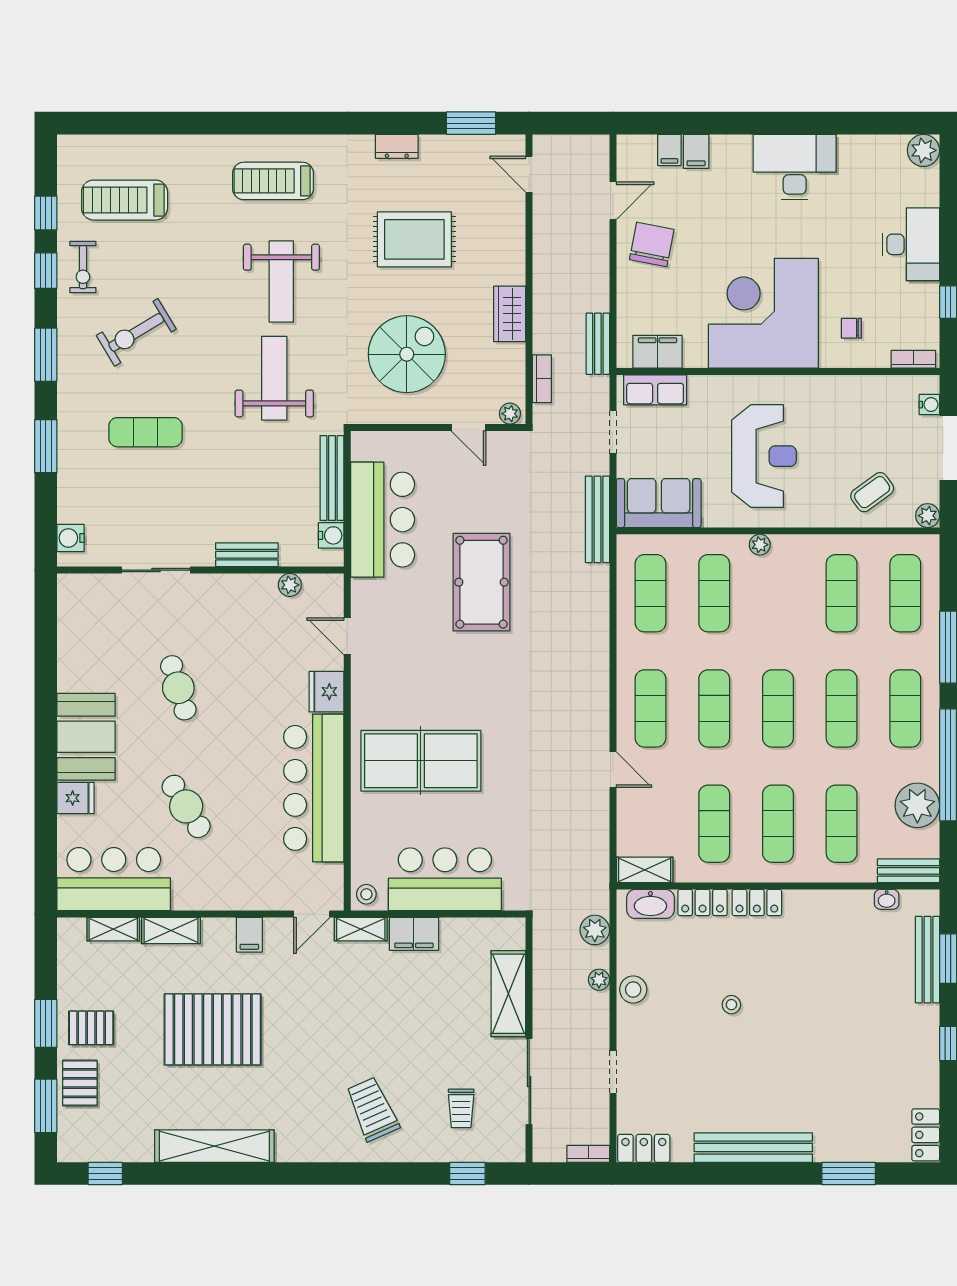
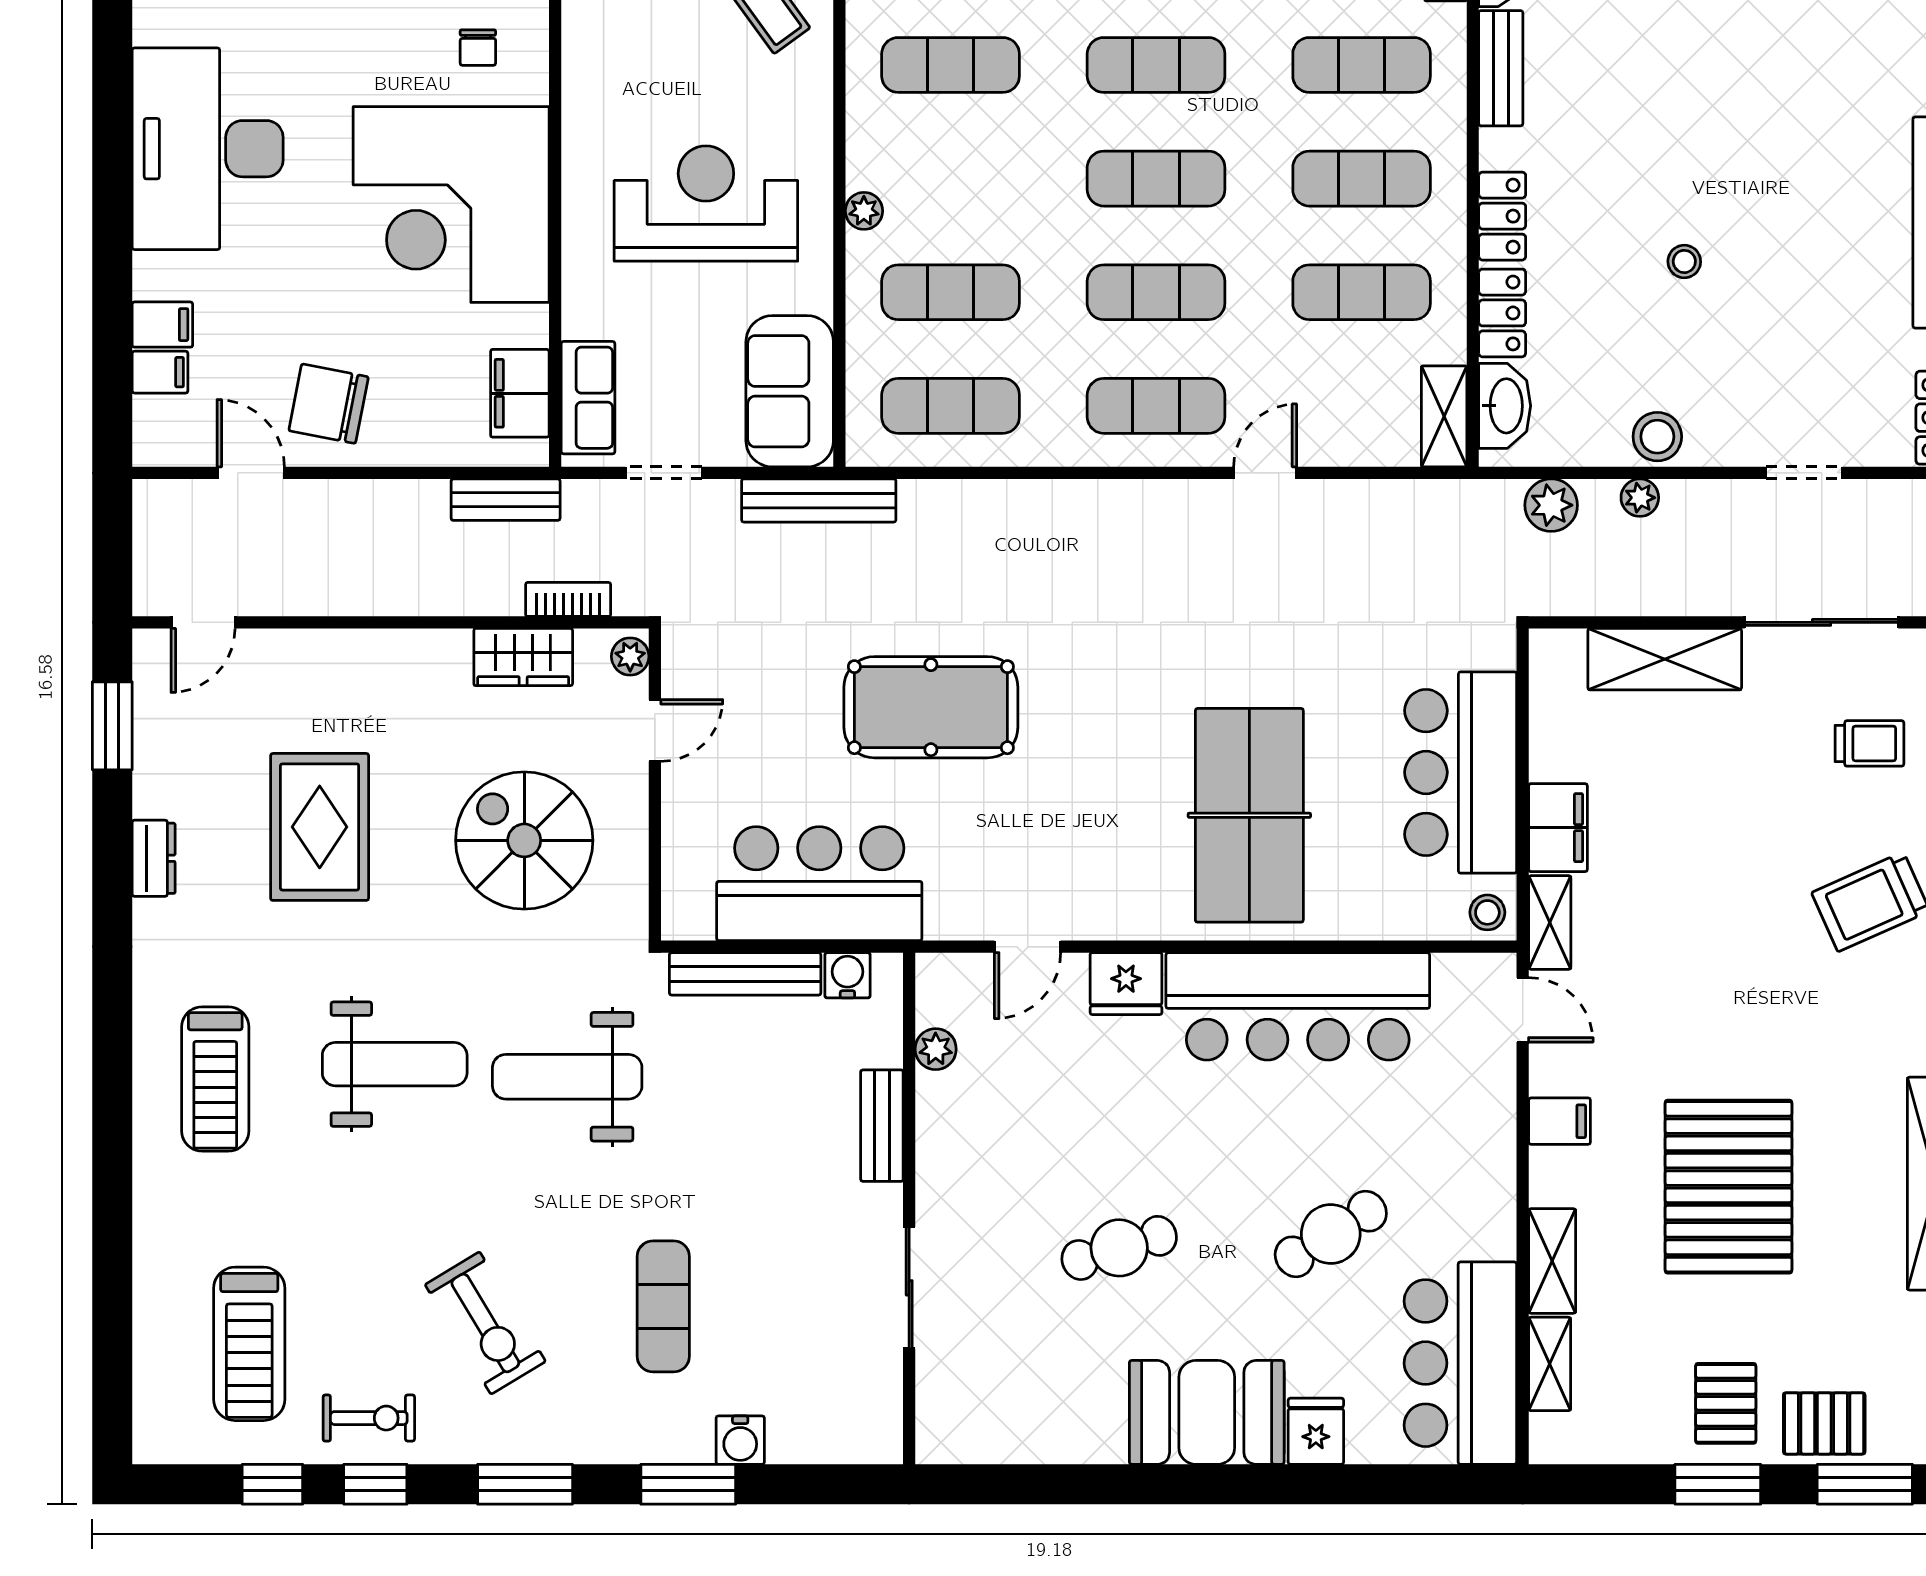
desk: (795, 167) -> (208, 149), width x1.36, depth x1.30
wardrobe: (510, 314) -> (523, 657), moved
water cooler: (71, 538) -> (740, 1440), moved
bench: (840, 902) -> (1501, 68), added

